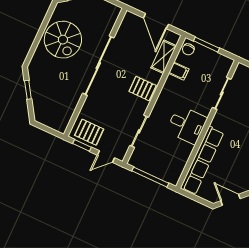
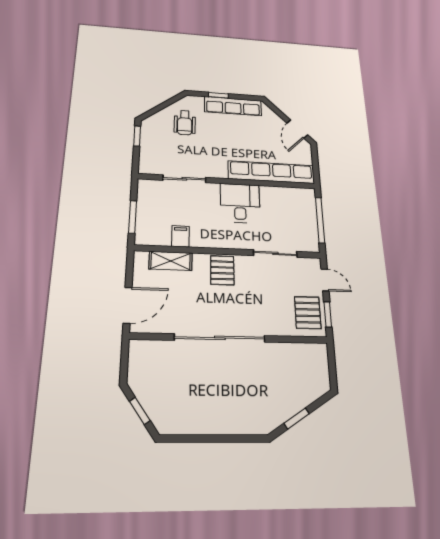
door: (156, 21) -> (127, 305), moved
spiral stairs: (63, 40) -> (207, 402), removed
chair: (188, 49) -> (148, 236), removed

